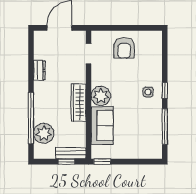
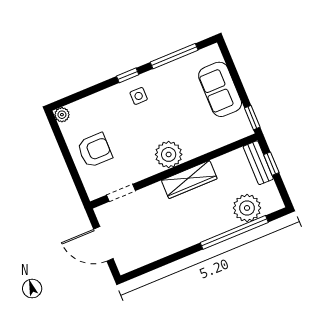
plant: (157, 36) -> (62, 115), added
dresser: (39, 70) -> (169, 247), removed
sofa: (102, 126) -> (220, 89), moved, turned -90

